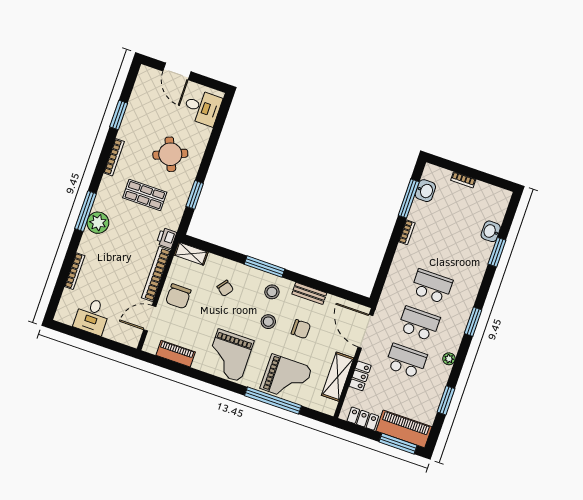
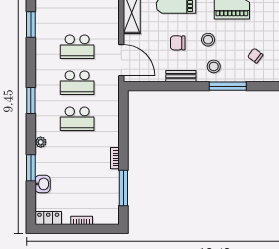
washbasin: (425, 191) -> (111, 200), removed
plant: (449, 359) -> (41, 142), moved
locker: (360, 376) -> (48, 218), moved, turned 90

